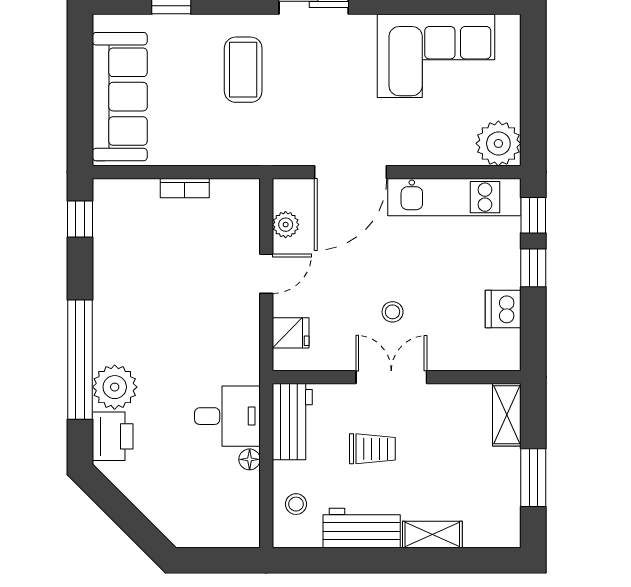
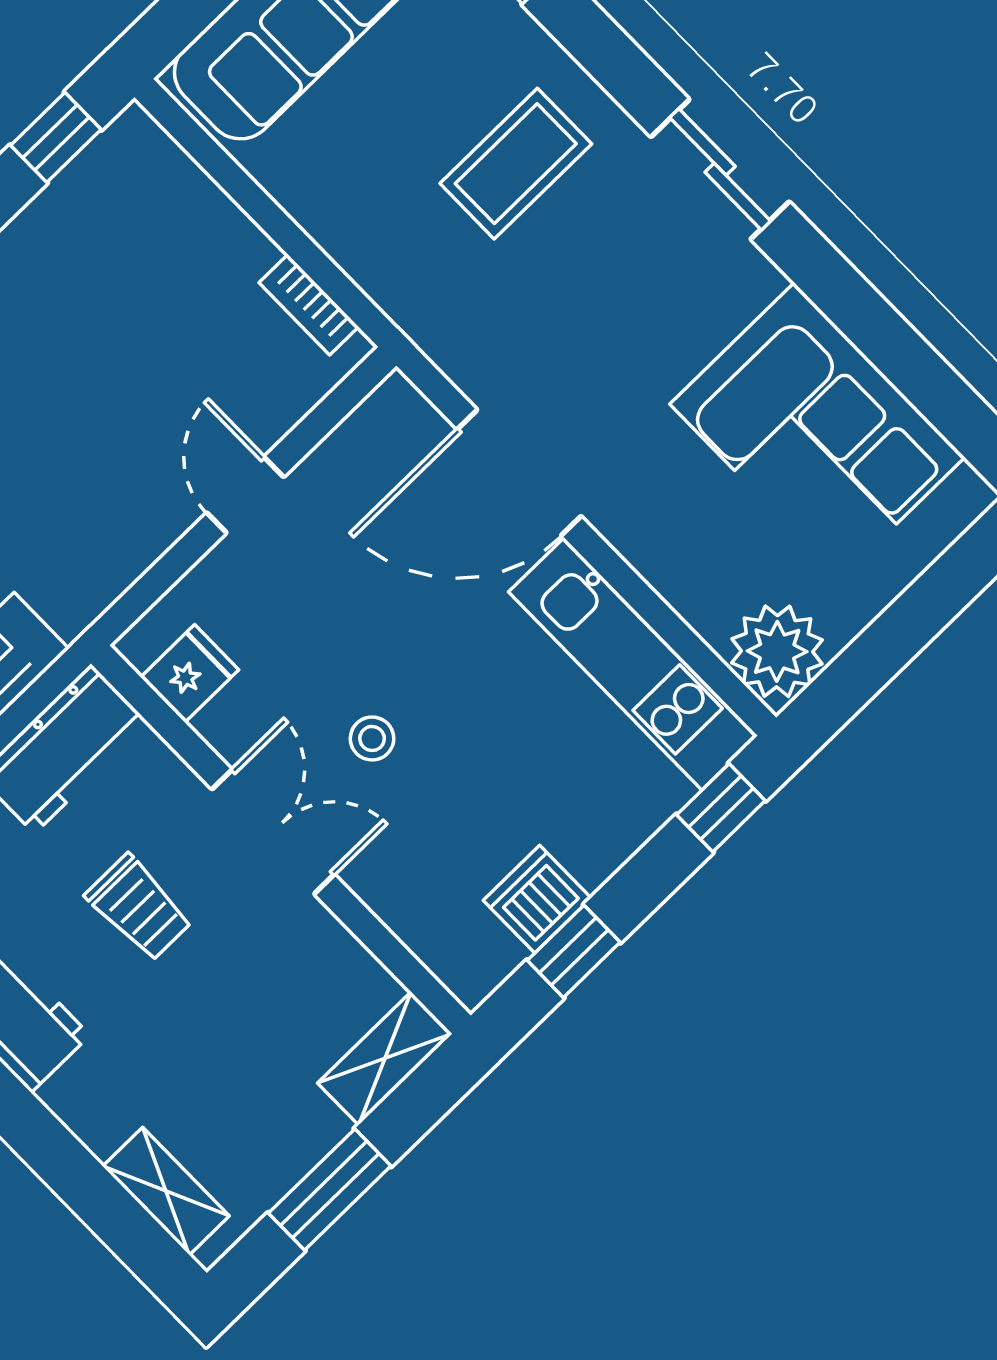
bookcase: (185, 188) -> (309, 305), moved
plant: (286, 225) -> (347, 452), removed
window: (533, 268) -> (574, 951), moved
door: (266, 274) -> (245, 495), swing flipped
fridge: (291, 333) -> (190, 674), moved, turned -90
shelving: (432, 534) -> (166, 1191), moved

